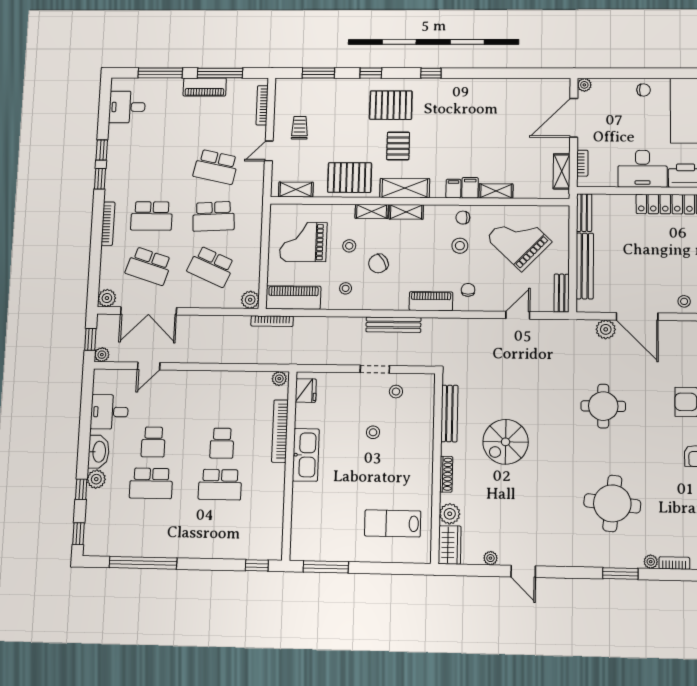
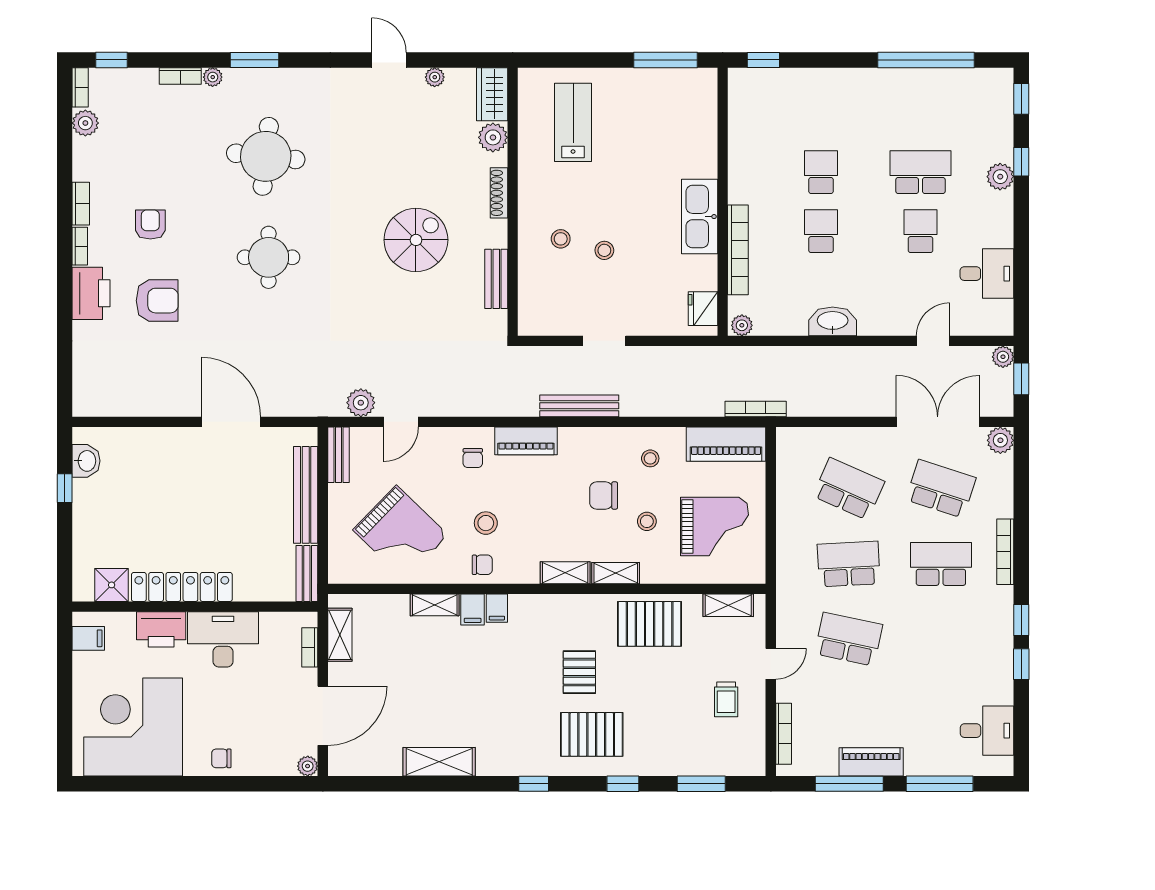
shelving: (405, 188) -> (439, 762), moved
chair: (378, 264) -> (604, 495), turned -148
plant: (250, 300) -> (789, 440), removed
stool: (684, 301) -> (165, 445), removed
plant: (606, 329) -> (361, 403), moved
stool: (396, 392) -> (561, 239), moved
round table: (603, 406) -> (269, 257), moved
bench: (449, 413) -> (496, 279), width x0.73
washbasin: (99, 452) -> (833, 321), moved, turned 90
school desk: (220, 485) -> (821, 172), width x0.54
lab bench: (393, 523) -> (573, 122), turned -90

